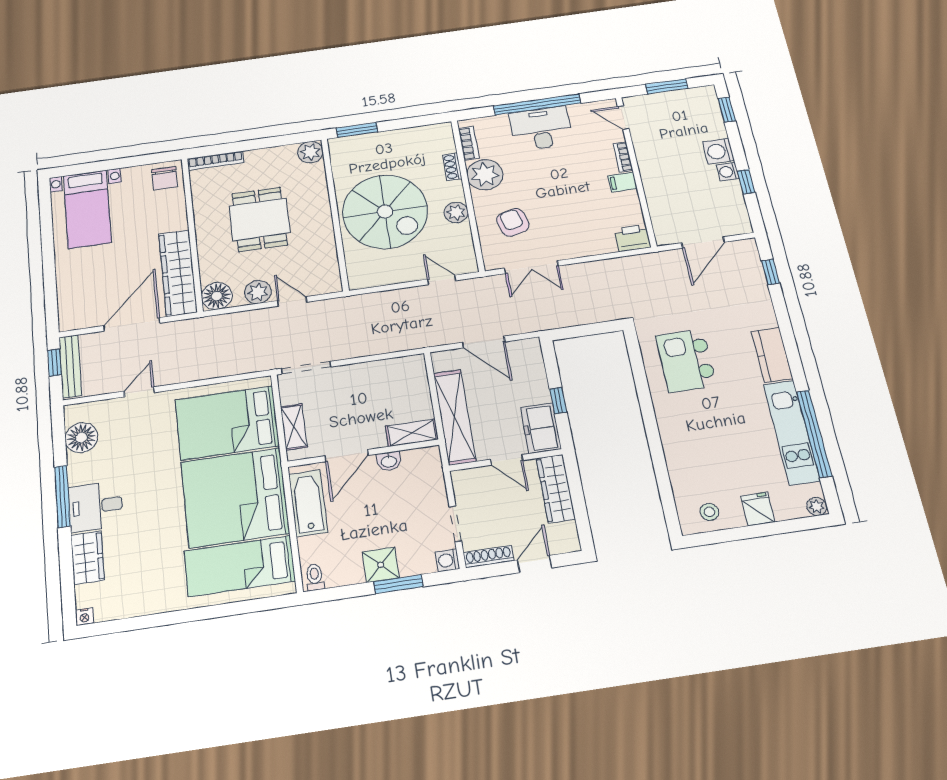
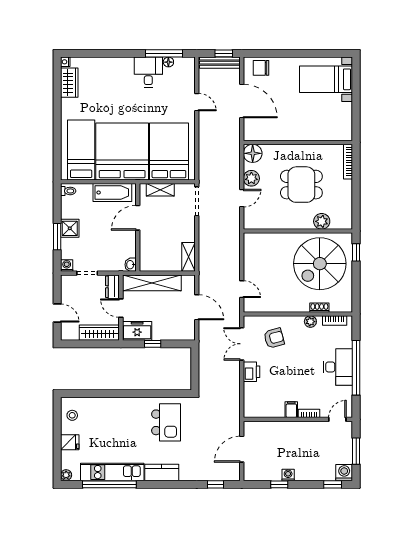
window: (357, 130) -> (356, 252), width x0.67
washing machine: (718, 151) -> (344, 473), moved
plant: (310, 152) -> (322, 221), moved
plant: (485, 175) -> (310, 322), width x0.53, depth x0.53
chair: (165, 178) -> (261, 68), moved
spiral stairs: (385, 212) -> (320, 264), moved
plant: (456, 212) -> (287, 305), removed
printer: (633, 238) -> (252, 372), moved
door: (703, 242) -> (242, 449), hinge flipped
wardrobe: (178, 273) -> (272, 131), removed
door: (442, 280) -> (242, 289), hinge flipped
door: (484, 342) -> (197, 307), swing flipped
kitchen island: (686, 361) -> (166, 422), turned 90
shelving: (412, 433) -> (188, 257), moved
floor lamp: (81, 438) -> (168, 62), width x0.53, depth x0.53
door: (346, 456) -> (138, 218), hinge flipped
door: (507, 460) -> (121, 308), hinge flipped
washbasin: (389, 461) -> (131, 265), moved
dresser: (472, 479) -> (112, 287), added
window: (62, 496) -> (164, 53), moved
desk: (96, 506) -> (148, 72), moved
shoe rack: (489, 557) -> (65, 288), removed
wardrobe: (87, 558) -> (69, 83), moved, turned -90

